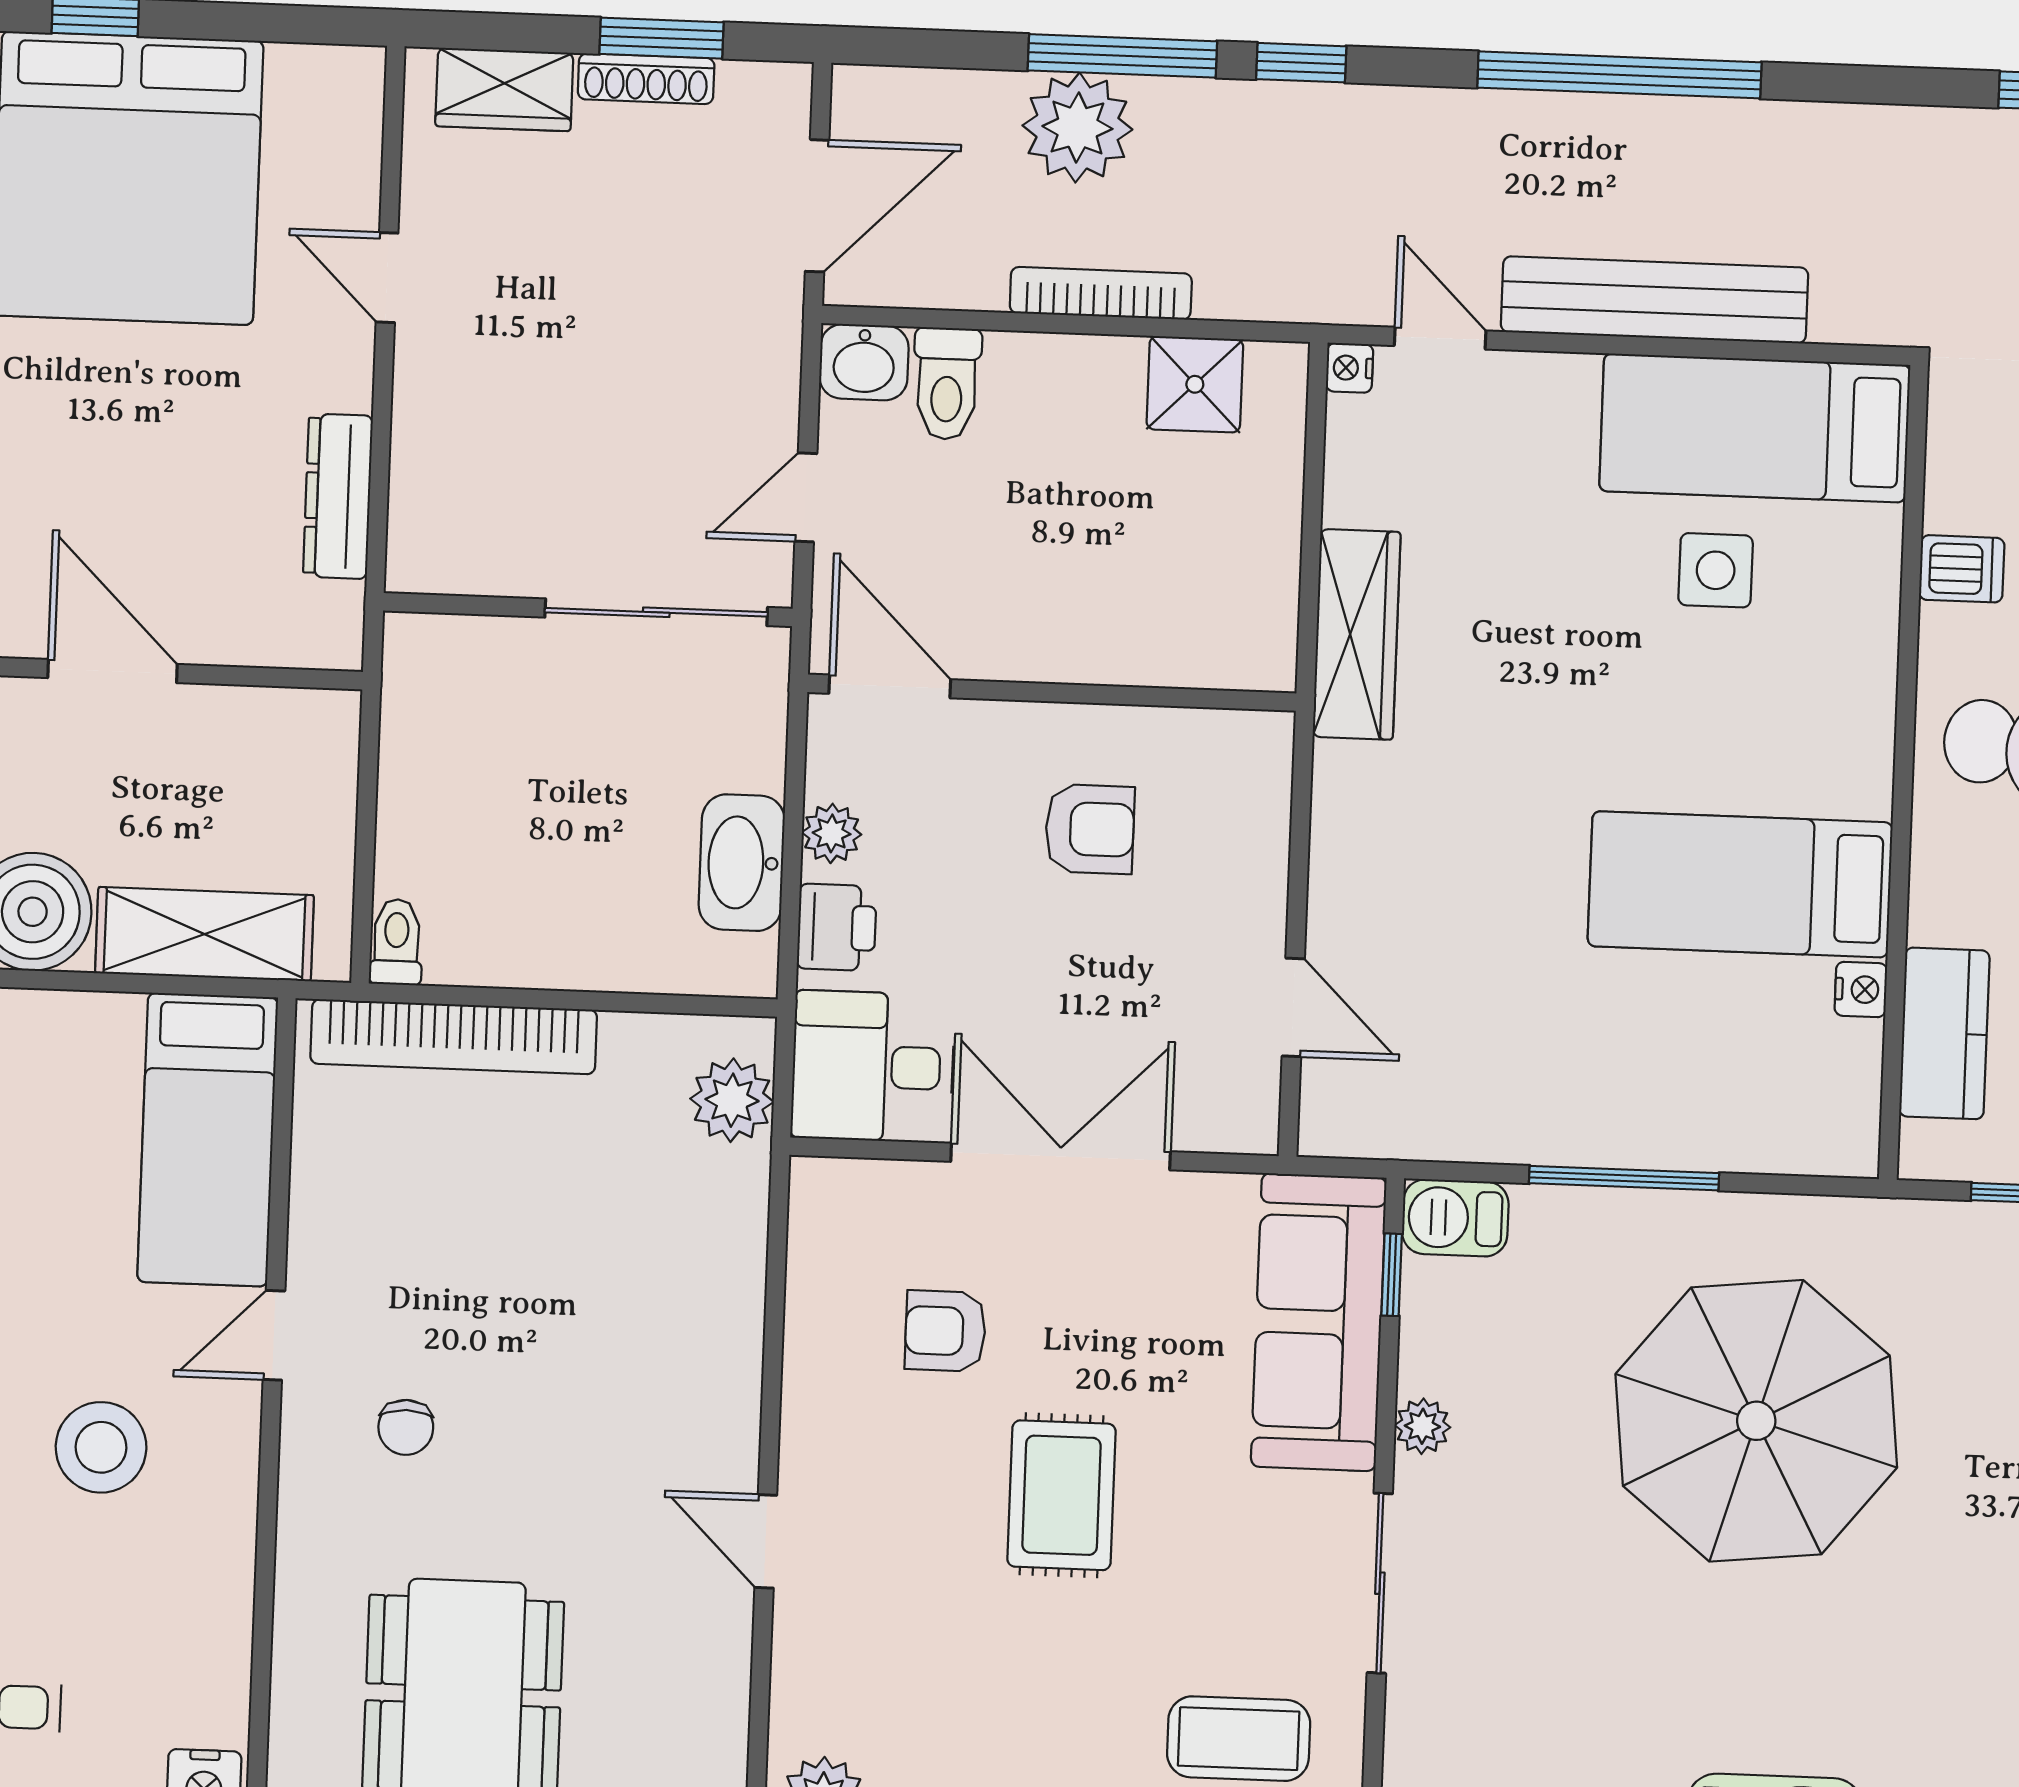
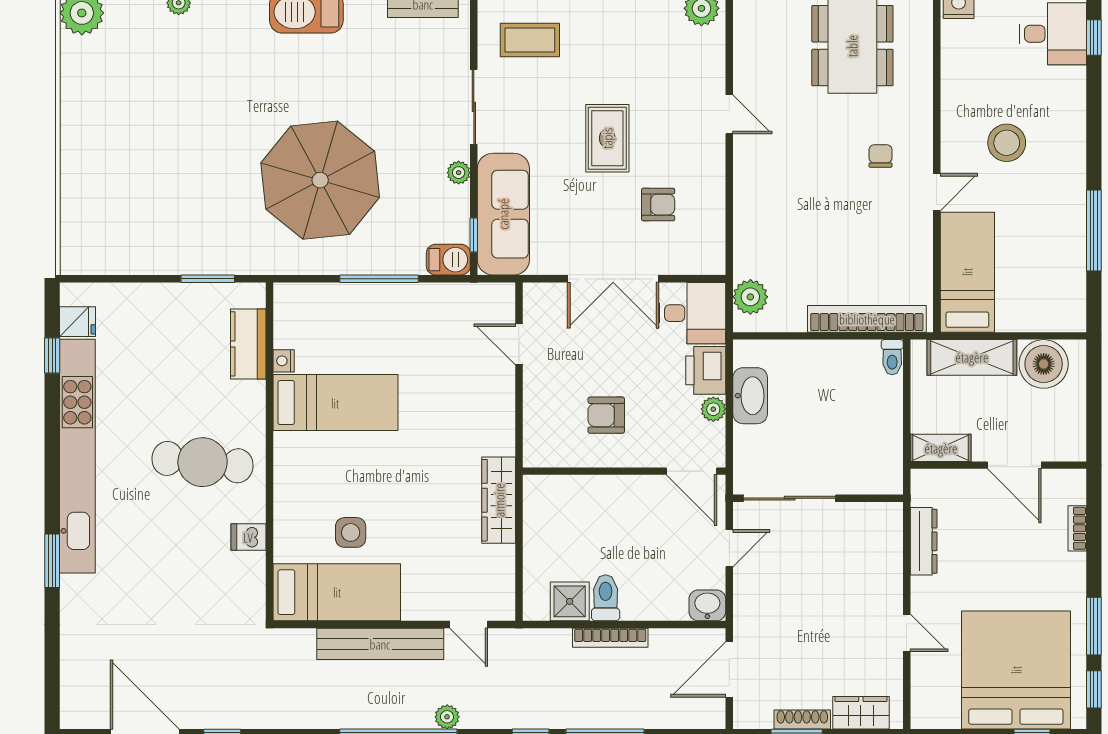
plant: (1077, 127) -> (447, 717), moved, width x0.53, depth x0.53
nightstand: (1350, 368) -> (506, 611), removed
toilet: (947, 384) -> (606, 598), moved
shelving: (288, 719) -> (941, 448), added
printer: (837, 927) -> (706, 370), width x1.36, depth x1.24

